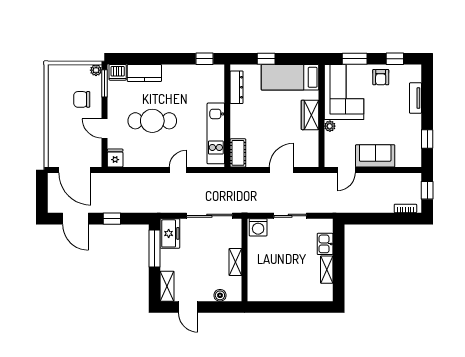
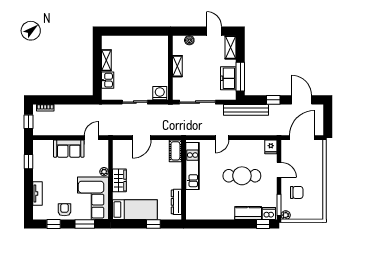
window: (204, 59) -> (263, 224), moved
door: (75, 170) -> (302, 138), hinge flipped
bench: (147, 206) -> (246, 110), added
freezer: (170, 233) -> (228, 78), moved

